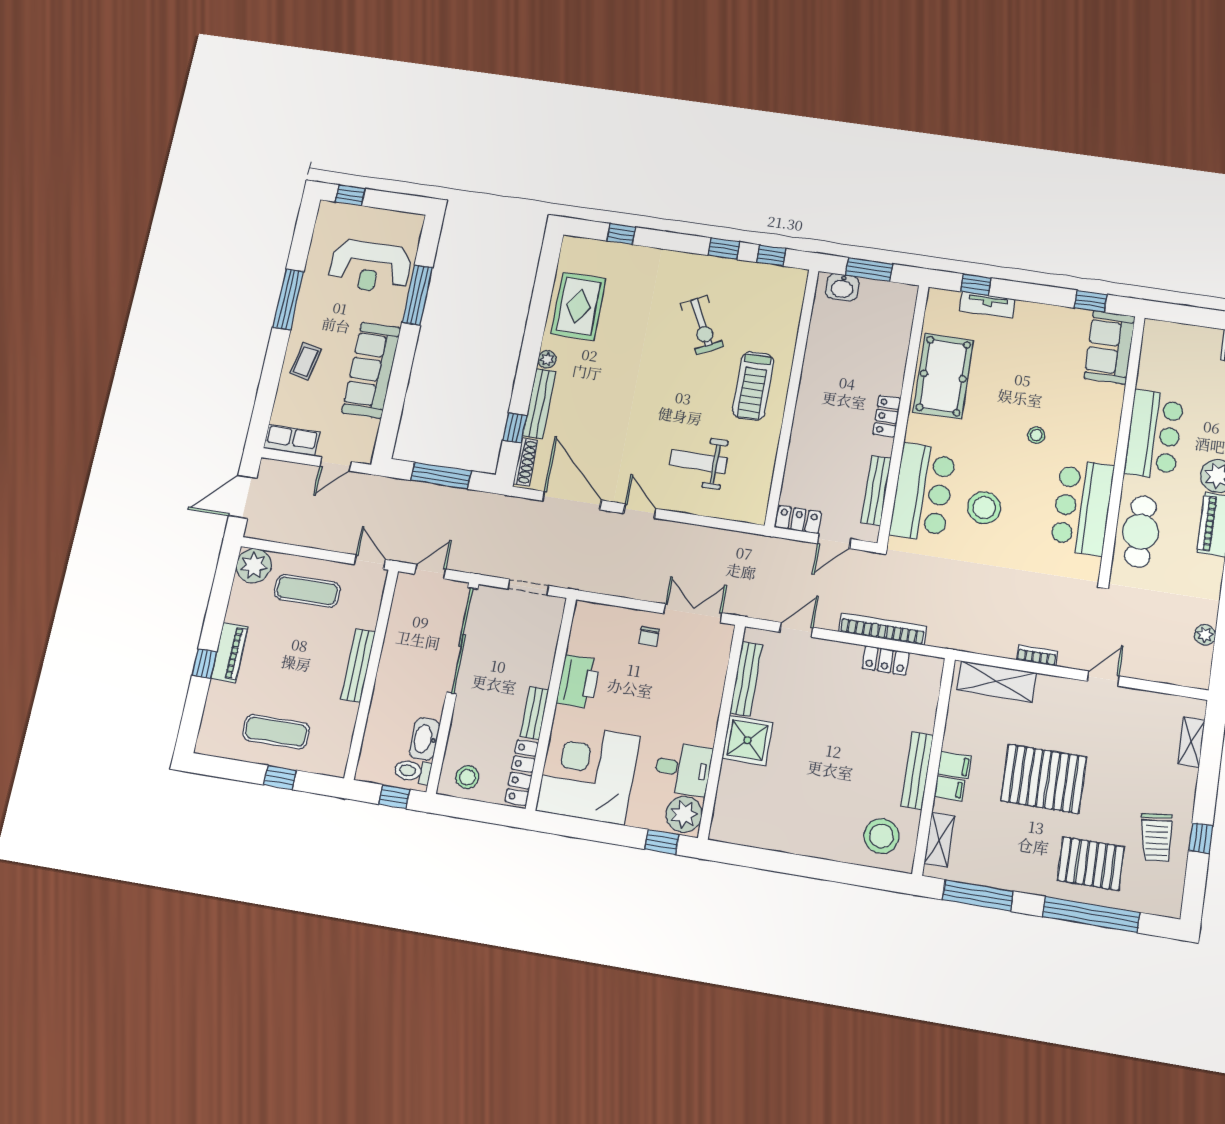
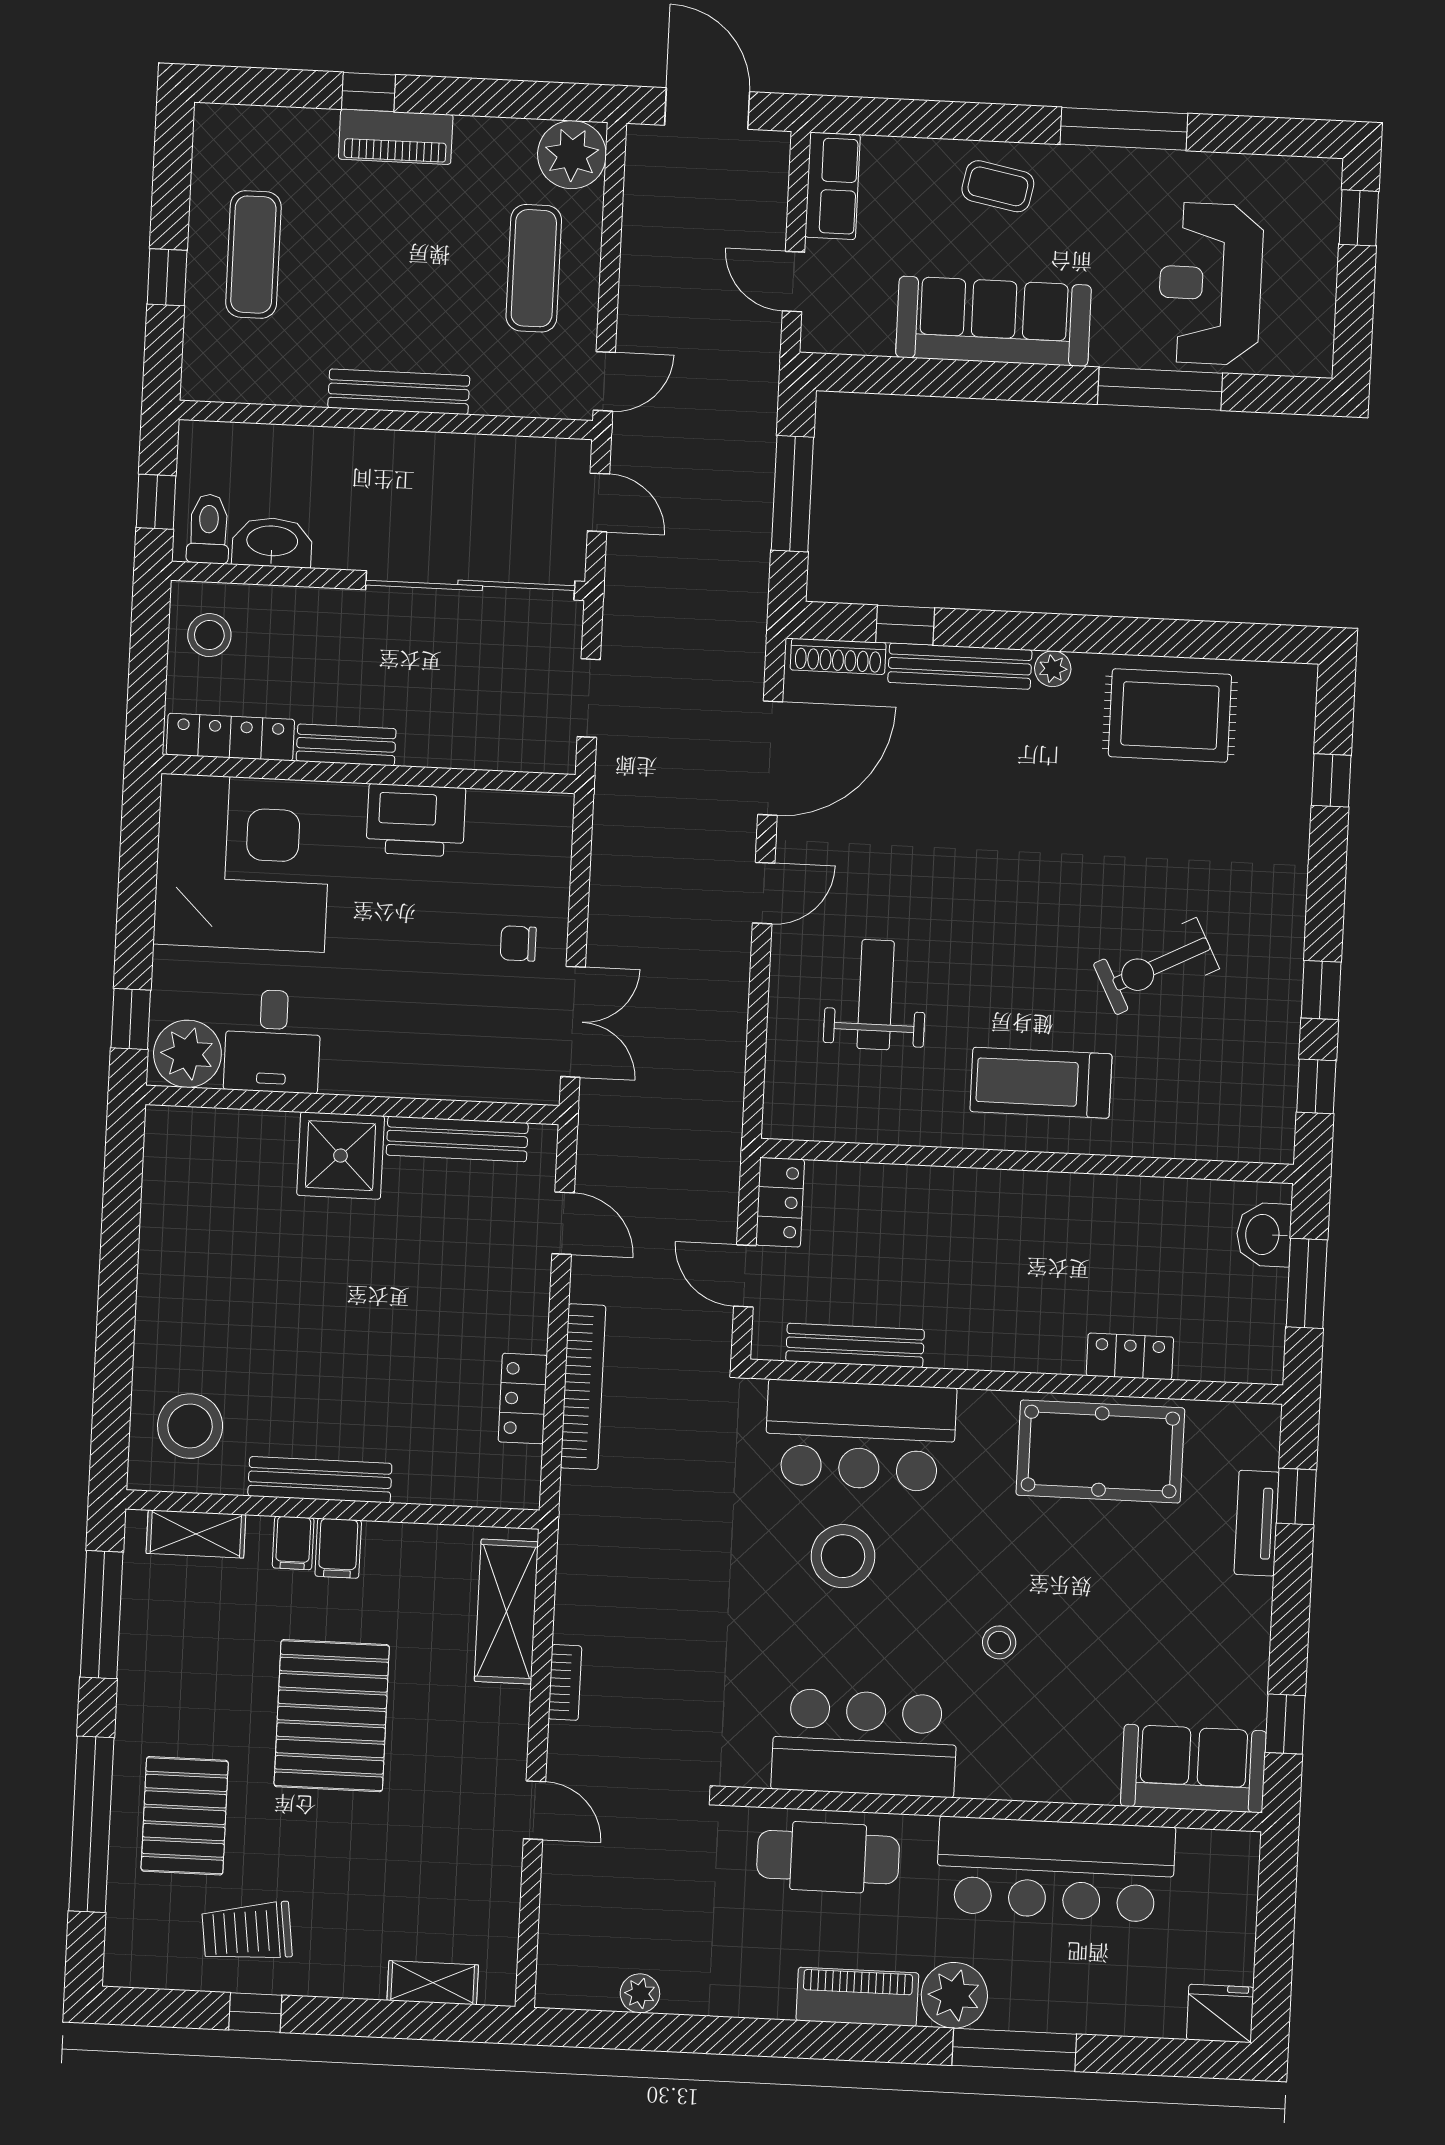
locker: (887, 416) -> (1130, 1356), moved
bar counter: (1154, 435) -> (1056, 1869), width x1.36

